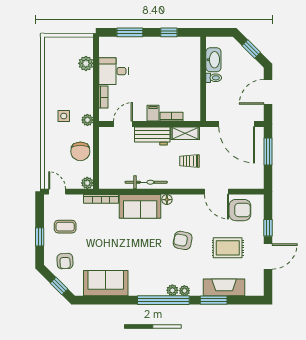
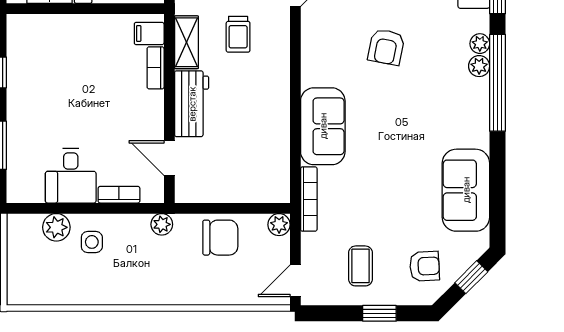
filing cabinet: (153, 113) -> (149, 33), moved
side table: (64, 116) -> (92, 242), moved
bicycle: (146, 182) -> (278, 115), removed
floor lamp: (167, 200) -> (310, 76), removed

